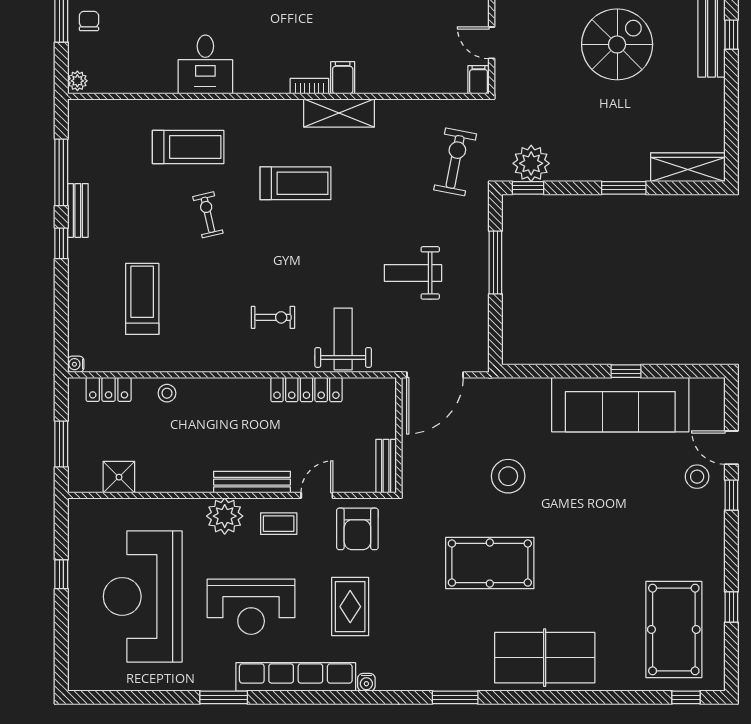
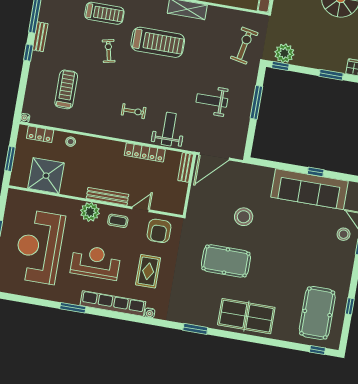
treadmill: (295, 183) -> (158, 42), width x1.37, depth x1.38
bench: (386, 466) -> (186, 167), moved
shower: (119, 477) -> (46, 176), width x1.86, depth x1.86
reception desk: (251, 607) -> (96, 262), turned 180

